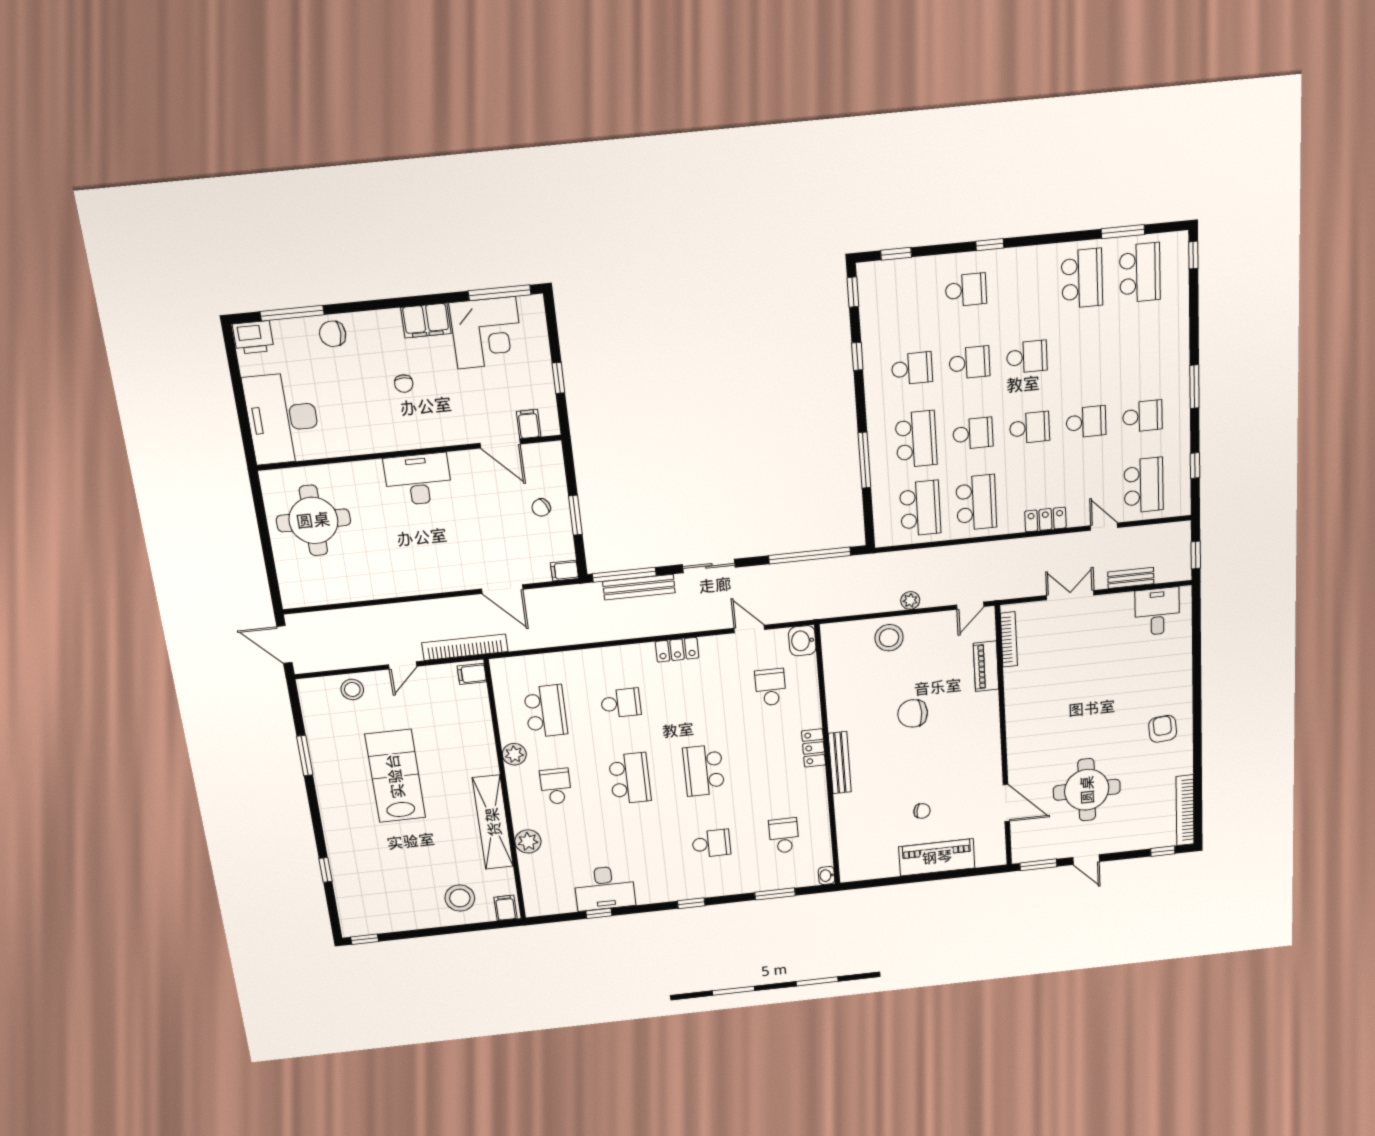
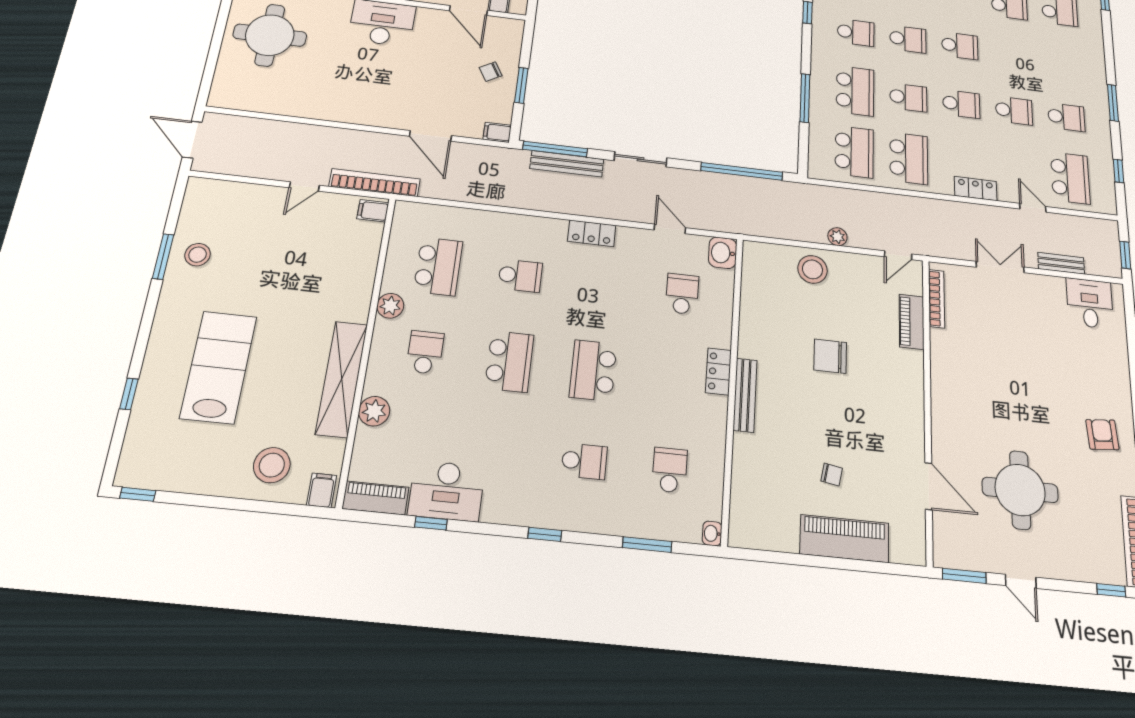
stool: (352, 690) -> (198, 255), moved
lab bench: (395, 776) -> (219, 367), moved
piano: (550, 905) -> (376, 498), added

